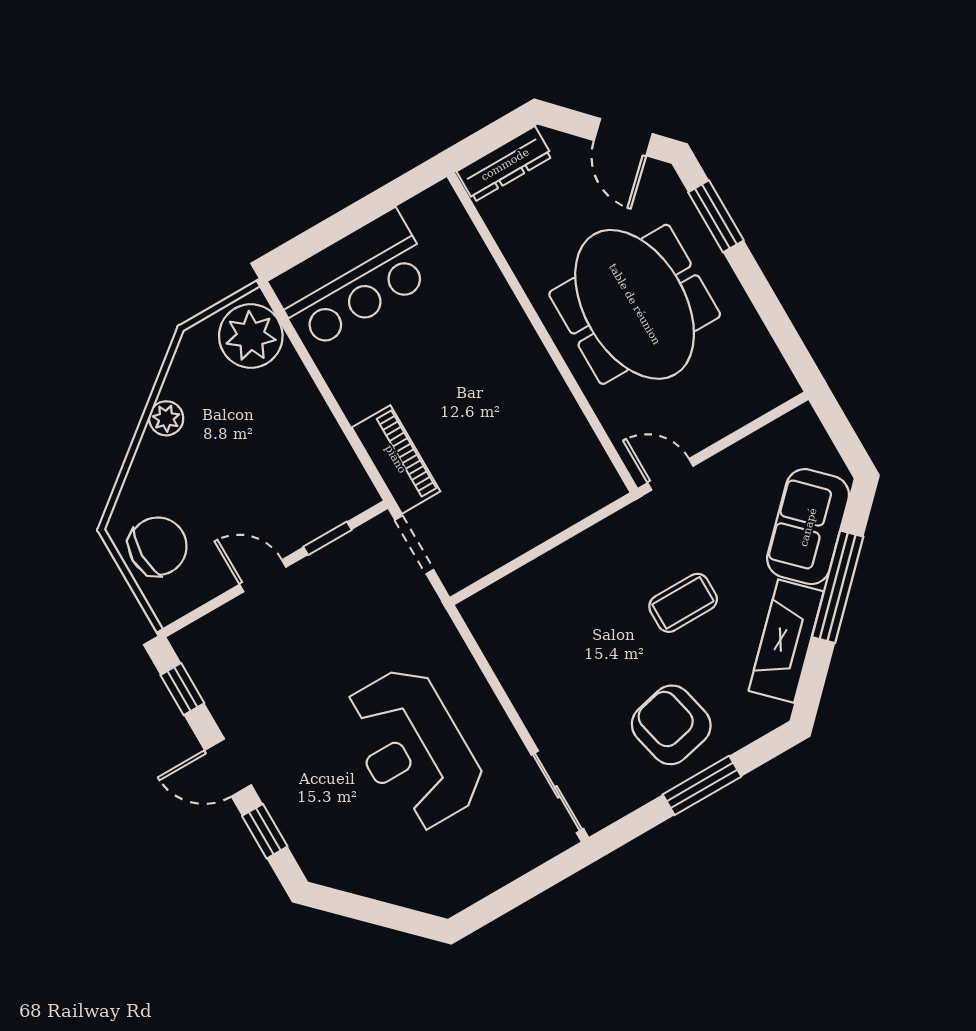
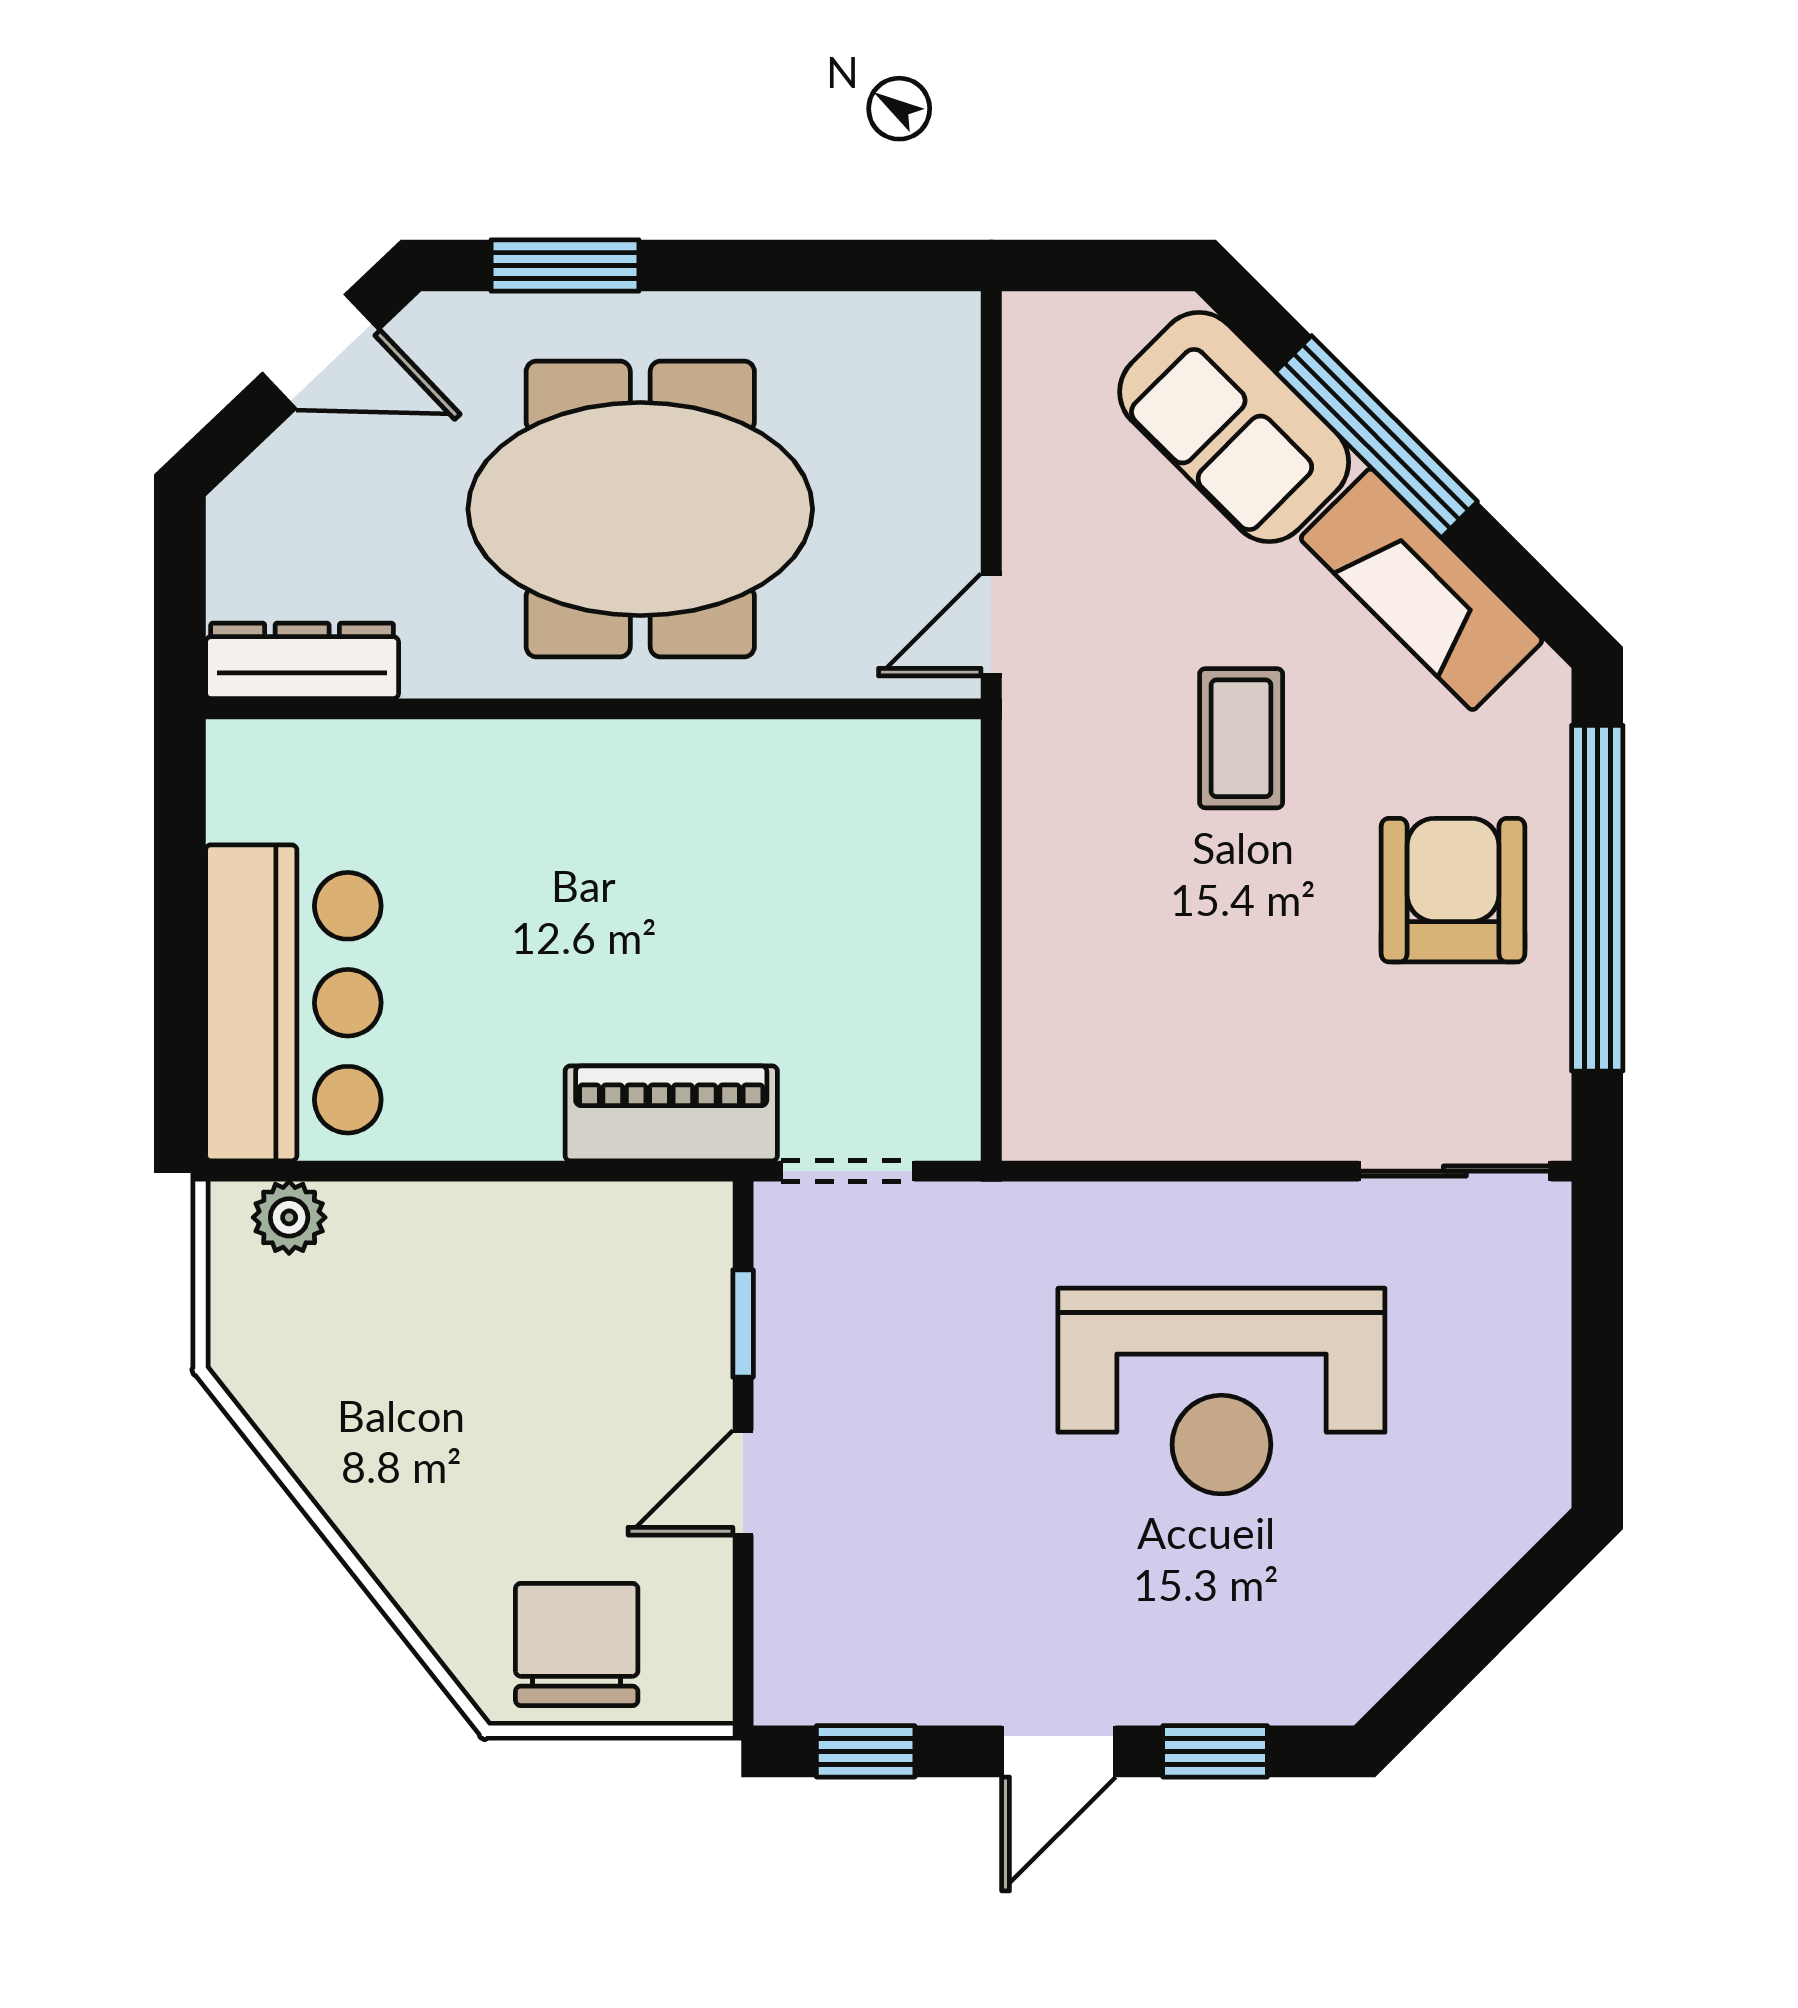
dresser: (505, 164) -> (302, 661), moved, turned -90
plant: (251, 336) -> (289, 1217), width x0.53, depth x0.53
plant: (166, 418) -> (350, 1492), removed
armchair: (671, 725) -> (1453, 890), turned 103
window: (702, 785) -> (1597, 898), width x2.11

